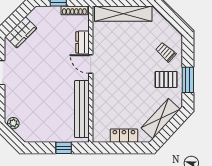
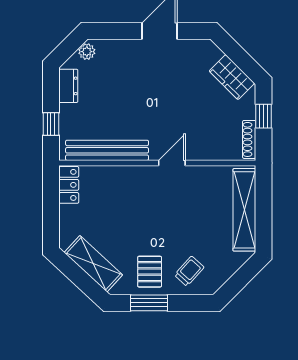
wardrobe: (21, 32) -> (232, 77), moved
dresser: (82, 42) -> (68, 86), moved, turned 90
locker: (124, 136) -> (69, 185), moved

